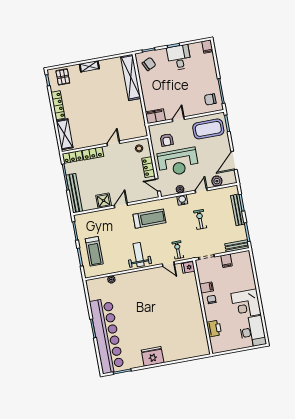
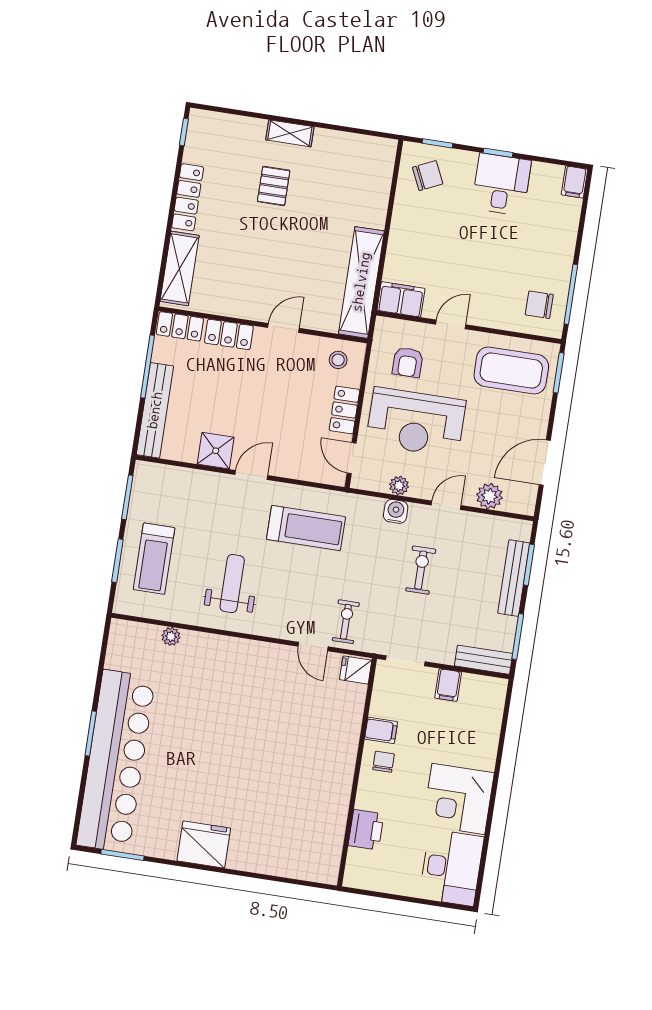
pallet: (63, 77) -> (274, 186), moved
shelving: (131, 77) -> (361, 282), moved
weight bench: (139, 255) -> (232, 584), moved

